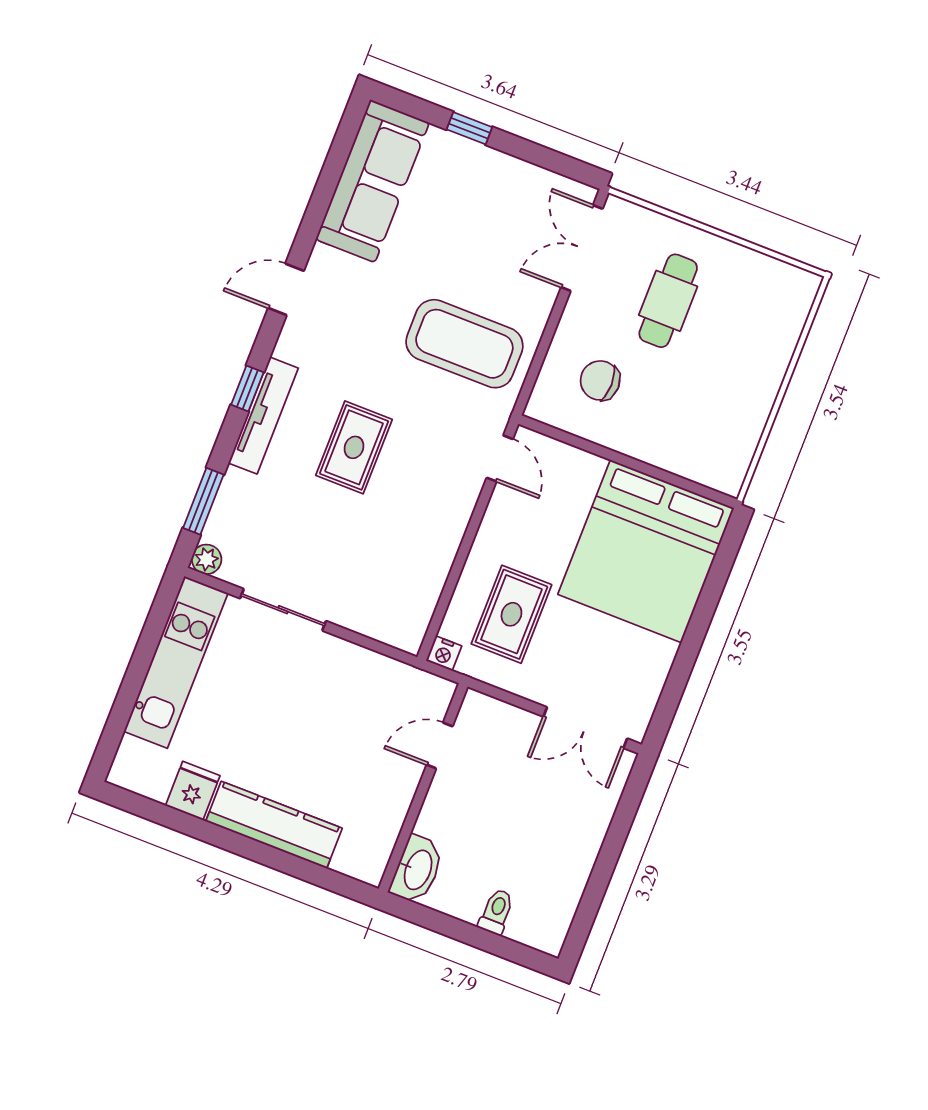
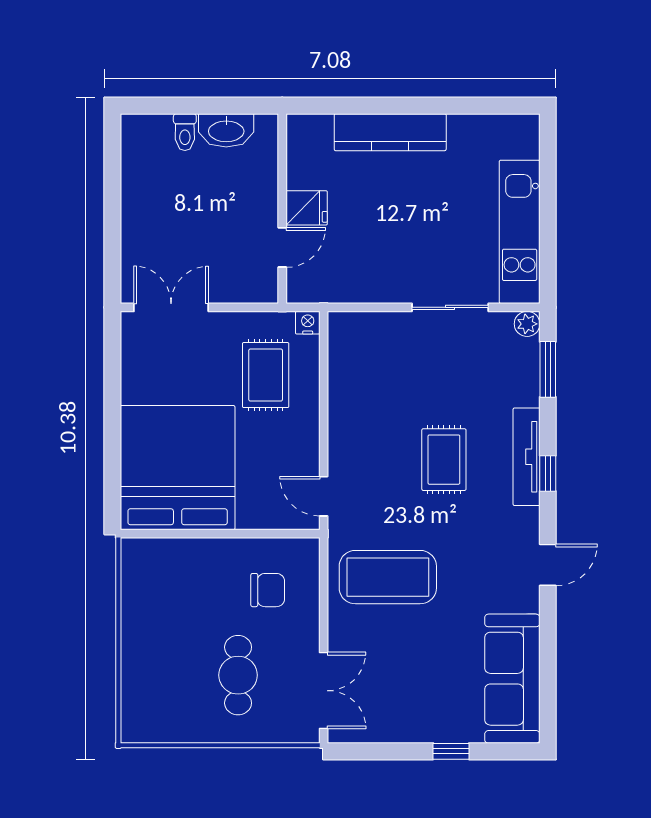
fridge: (193, 791) -> (307, 208), moved, turned -90
washbasin: (417, 870) -> (226, 130), moved, turned -90

